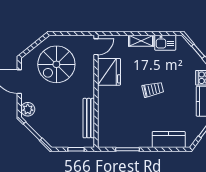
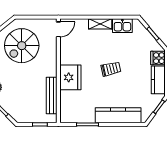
fridge: (109, 72) -> (70, 77), moved
kitchen counter: (169, 140) -> (118, 115), width x1.50

